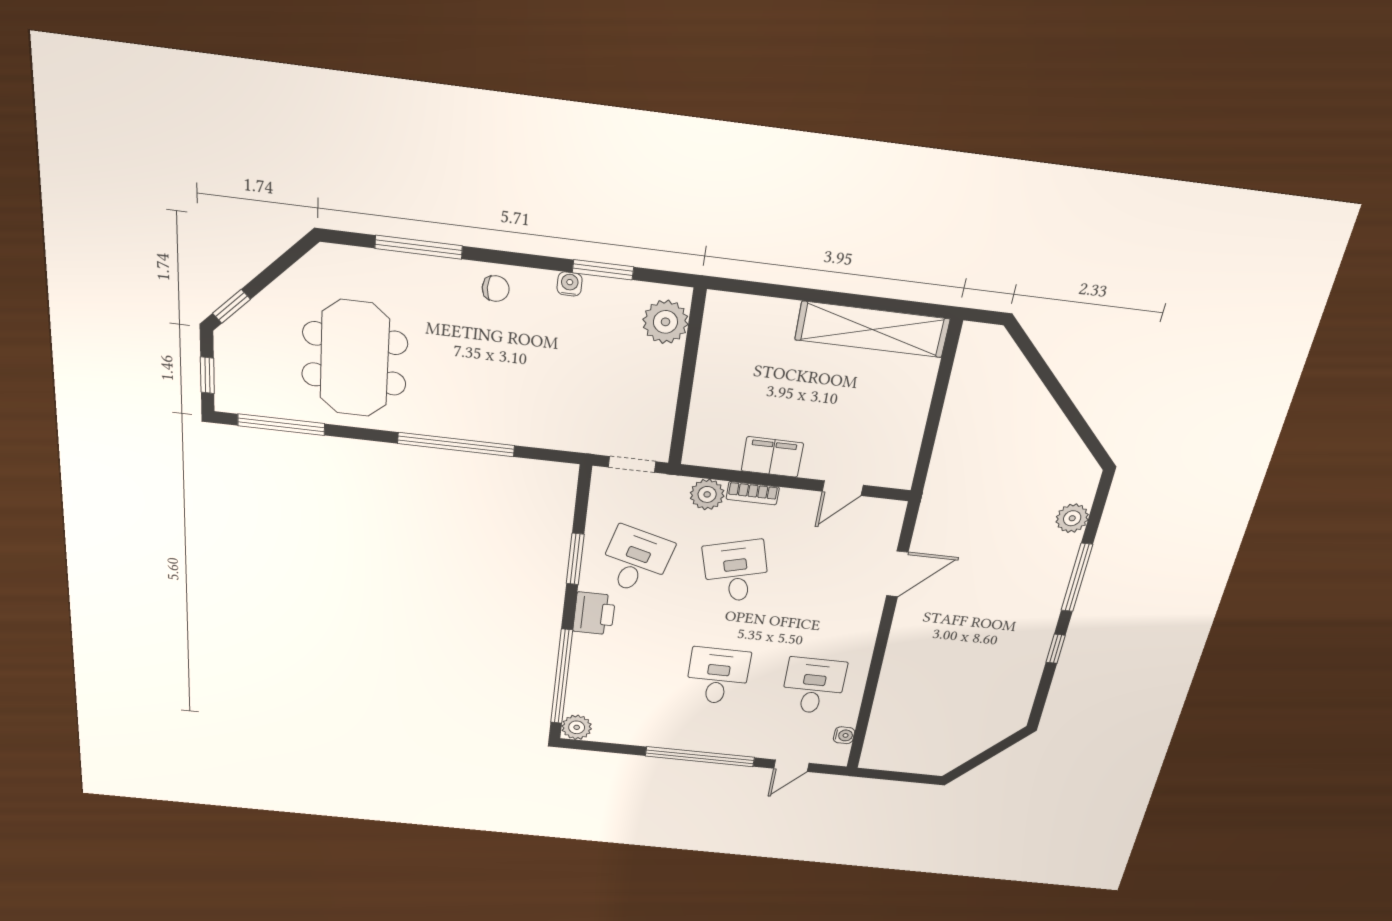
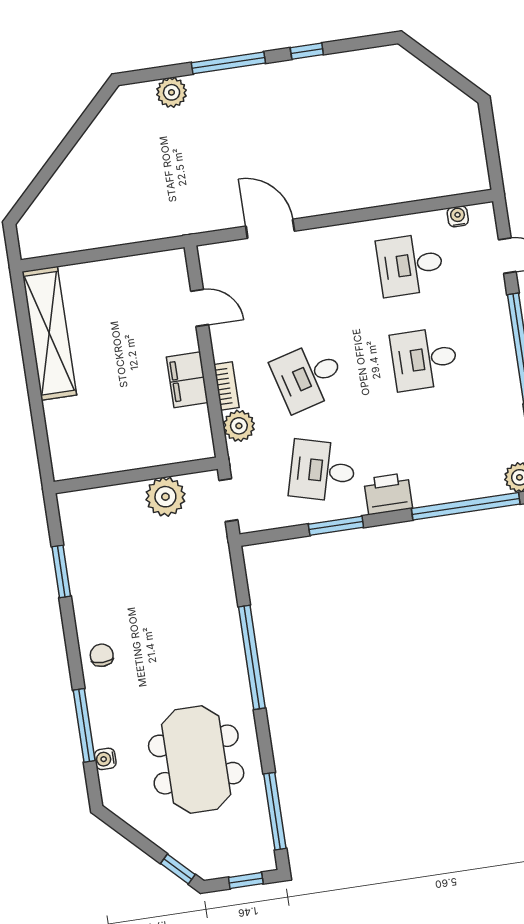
water cooler: (570, 284) -> (105, 759), moved
plant: (665, 322) -> (165, 497), moved
meeting table: (355, 359) -> (196, 759), turned 90

